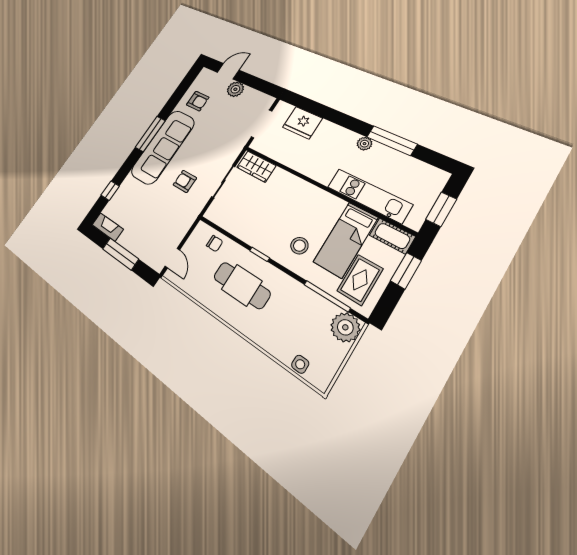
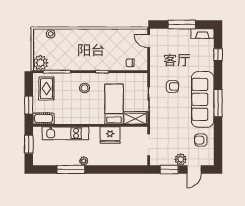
window: (257, 83) -> (169, 169), added
fridge: (302, 123) -> (110, 135), moved, turned 180
bed: (346, 240) -> (114, 104), moved
cafe table: (242, 285) -> (101, 51), removed

